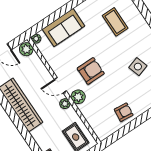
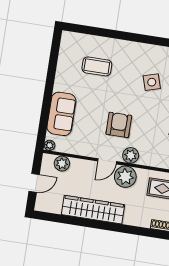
plant: (26, 49) -> (62, 164), moved
plant: (65, 104) -> (125, 177), width x1.87, depth x1.87

